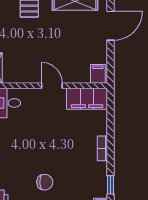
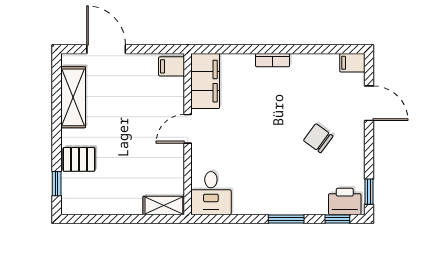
chair: (45, 182) -> (318, 138), turned -54
window: (111, 185) -> (322, 49), removed

